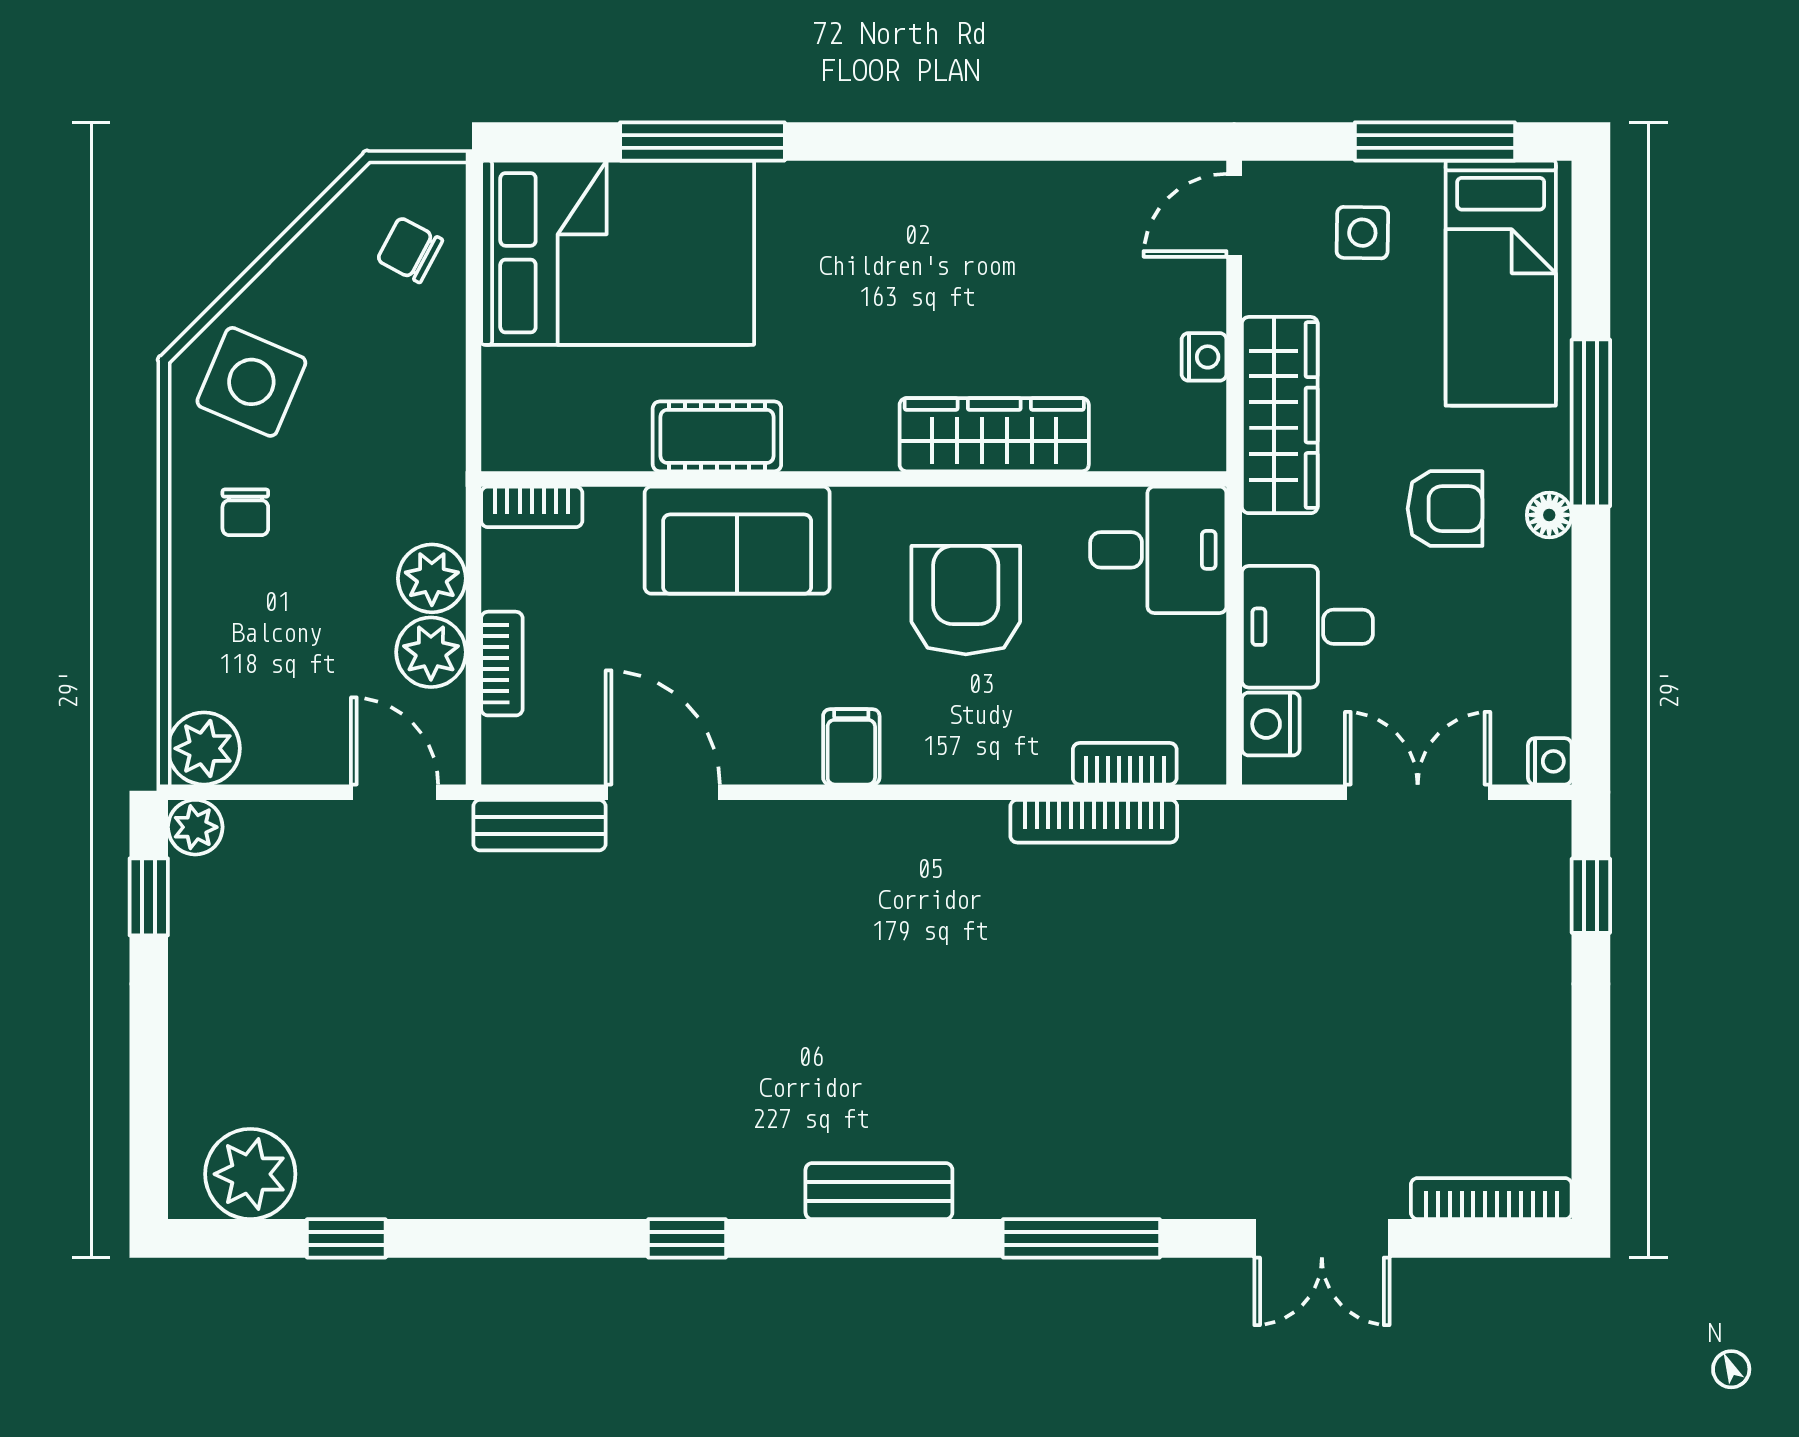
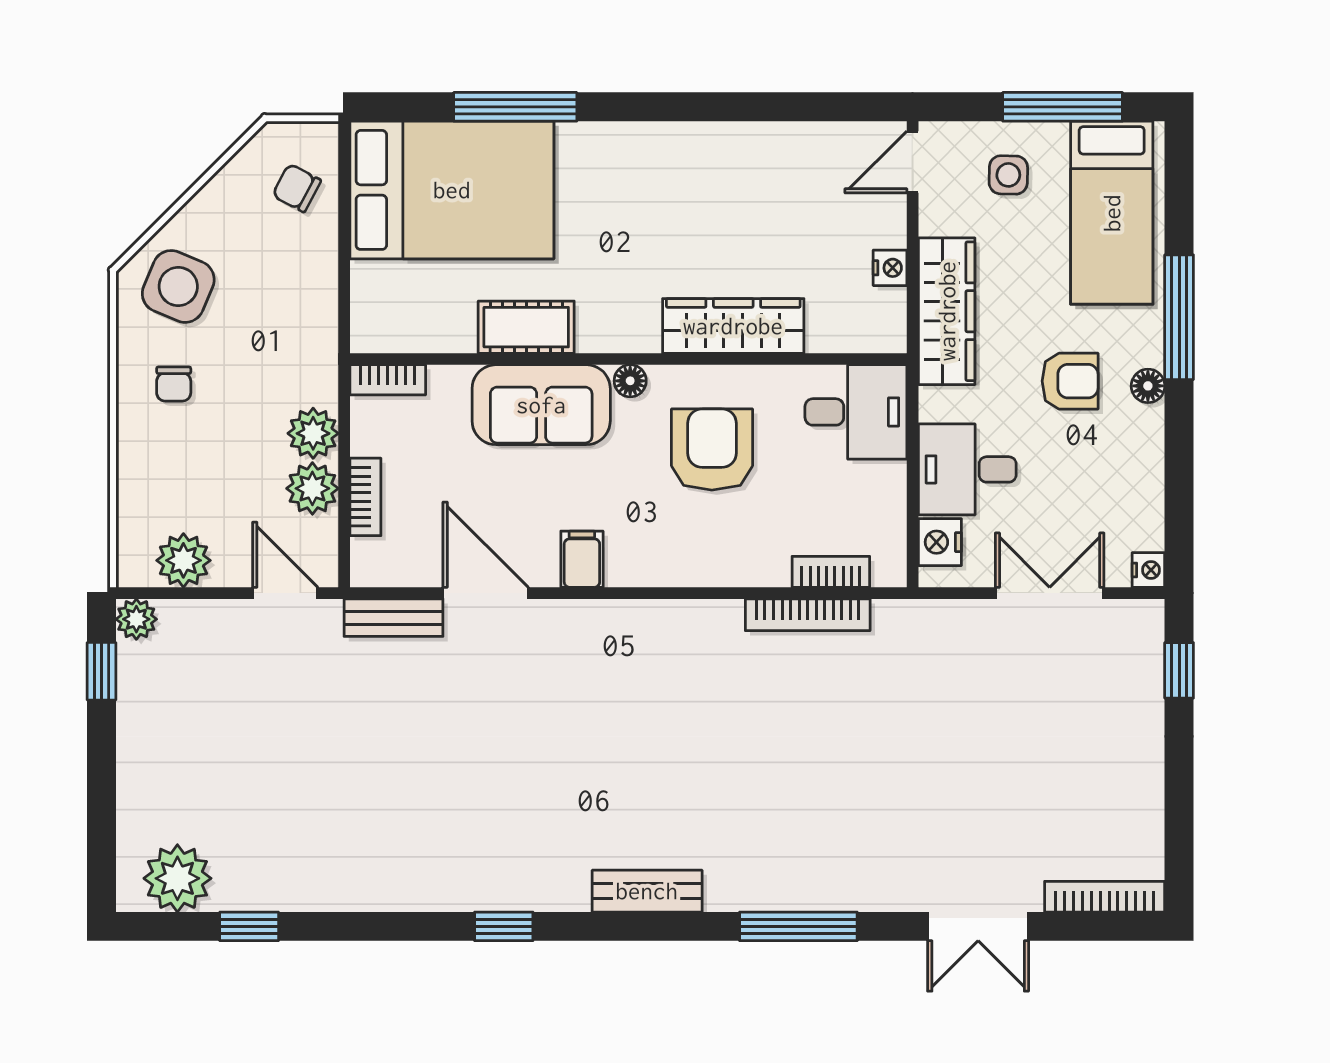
floor lamp: (856, 508) -> (630, 381), added
filing cabinet: (851, 747) -> (582, 559), moved
plant: (204, 748) -> (183, 560), moved

